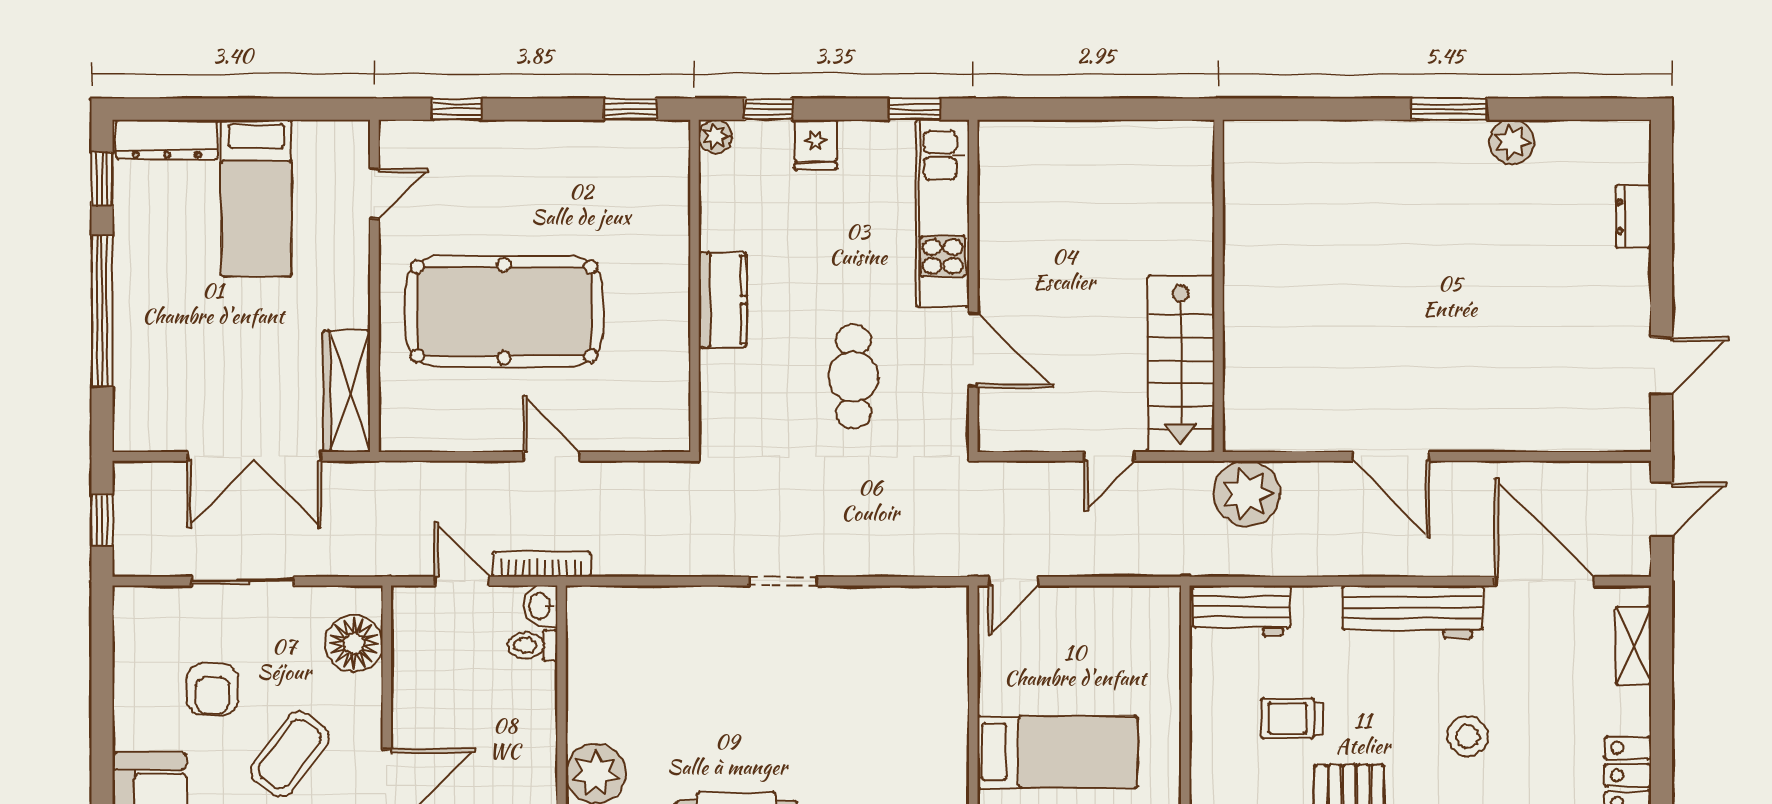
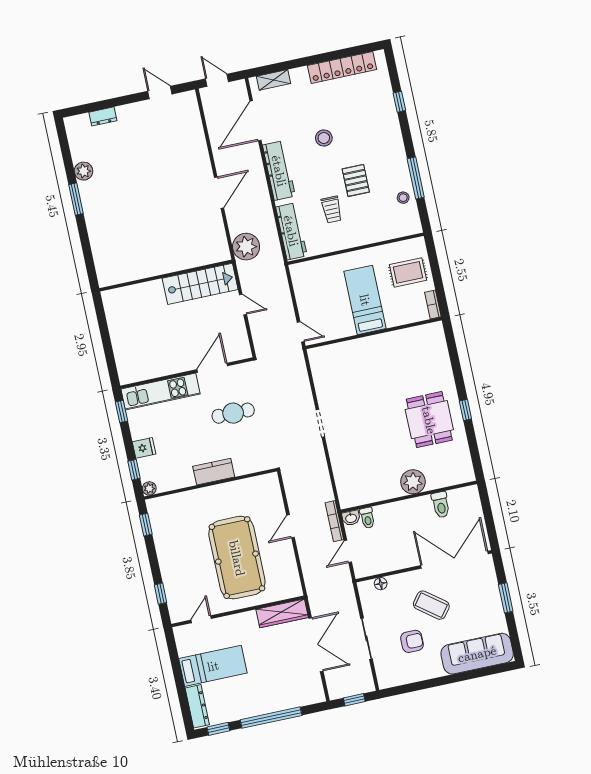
door: (374, 194) -> (201, 619), hinge flipped
workbench: (1242, 610) -> (291, 231), width x1.37
floor lamp: (354, 643) -> (381, 584), width x0.53, depth x0.53

